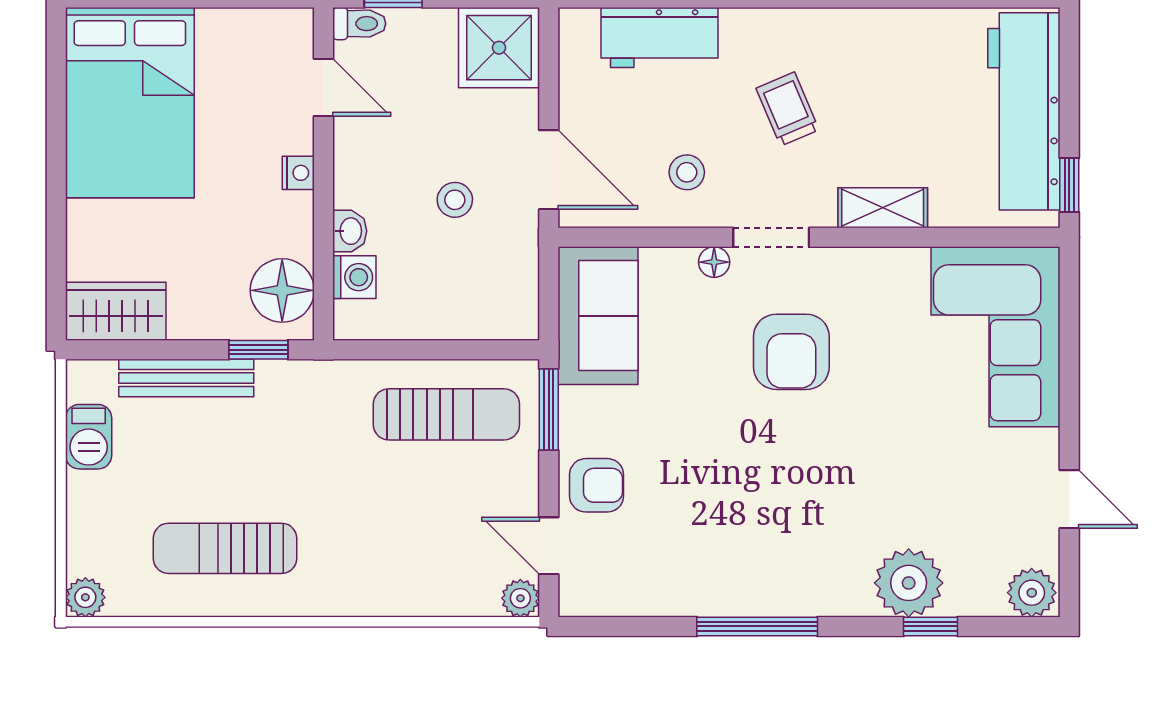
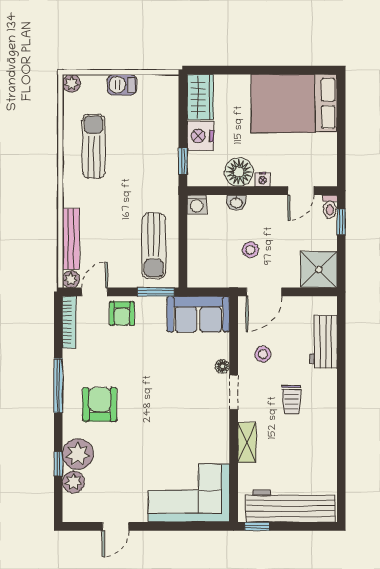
trolley: (788, 109) -> (291, 400), turned 113
washing machine: (354, 277) -> (197, 204), moved
floor lamp: (282, 290) -> (239, 172), moved
nightstand: (202, 311) -> (200, 136), added
armchair: (791, 352) -> (100, 404), moved, turned 90
bench: (186, 378) -> (71, 239), moved
barbecue: (89, 437) -> (122, 85), moved
plant: (1032, 593) -> (73, 482), moved
bookcase: (616, 602) -> (69, 322), added

